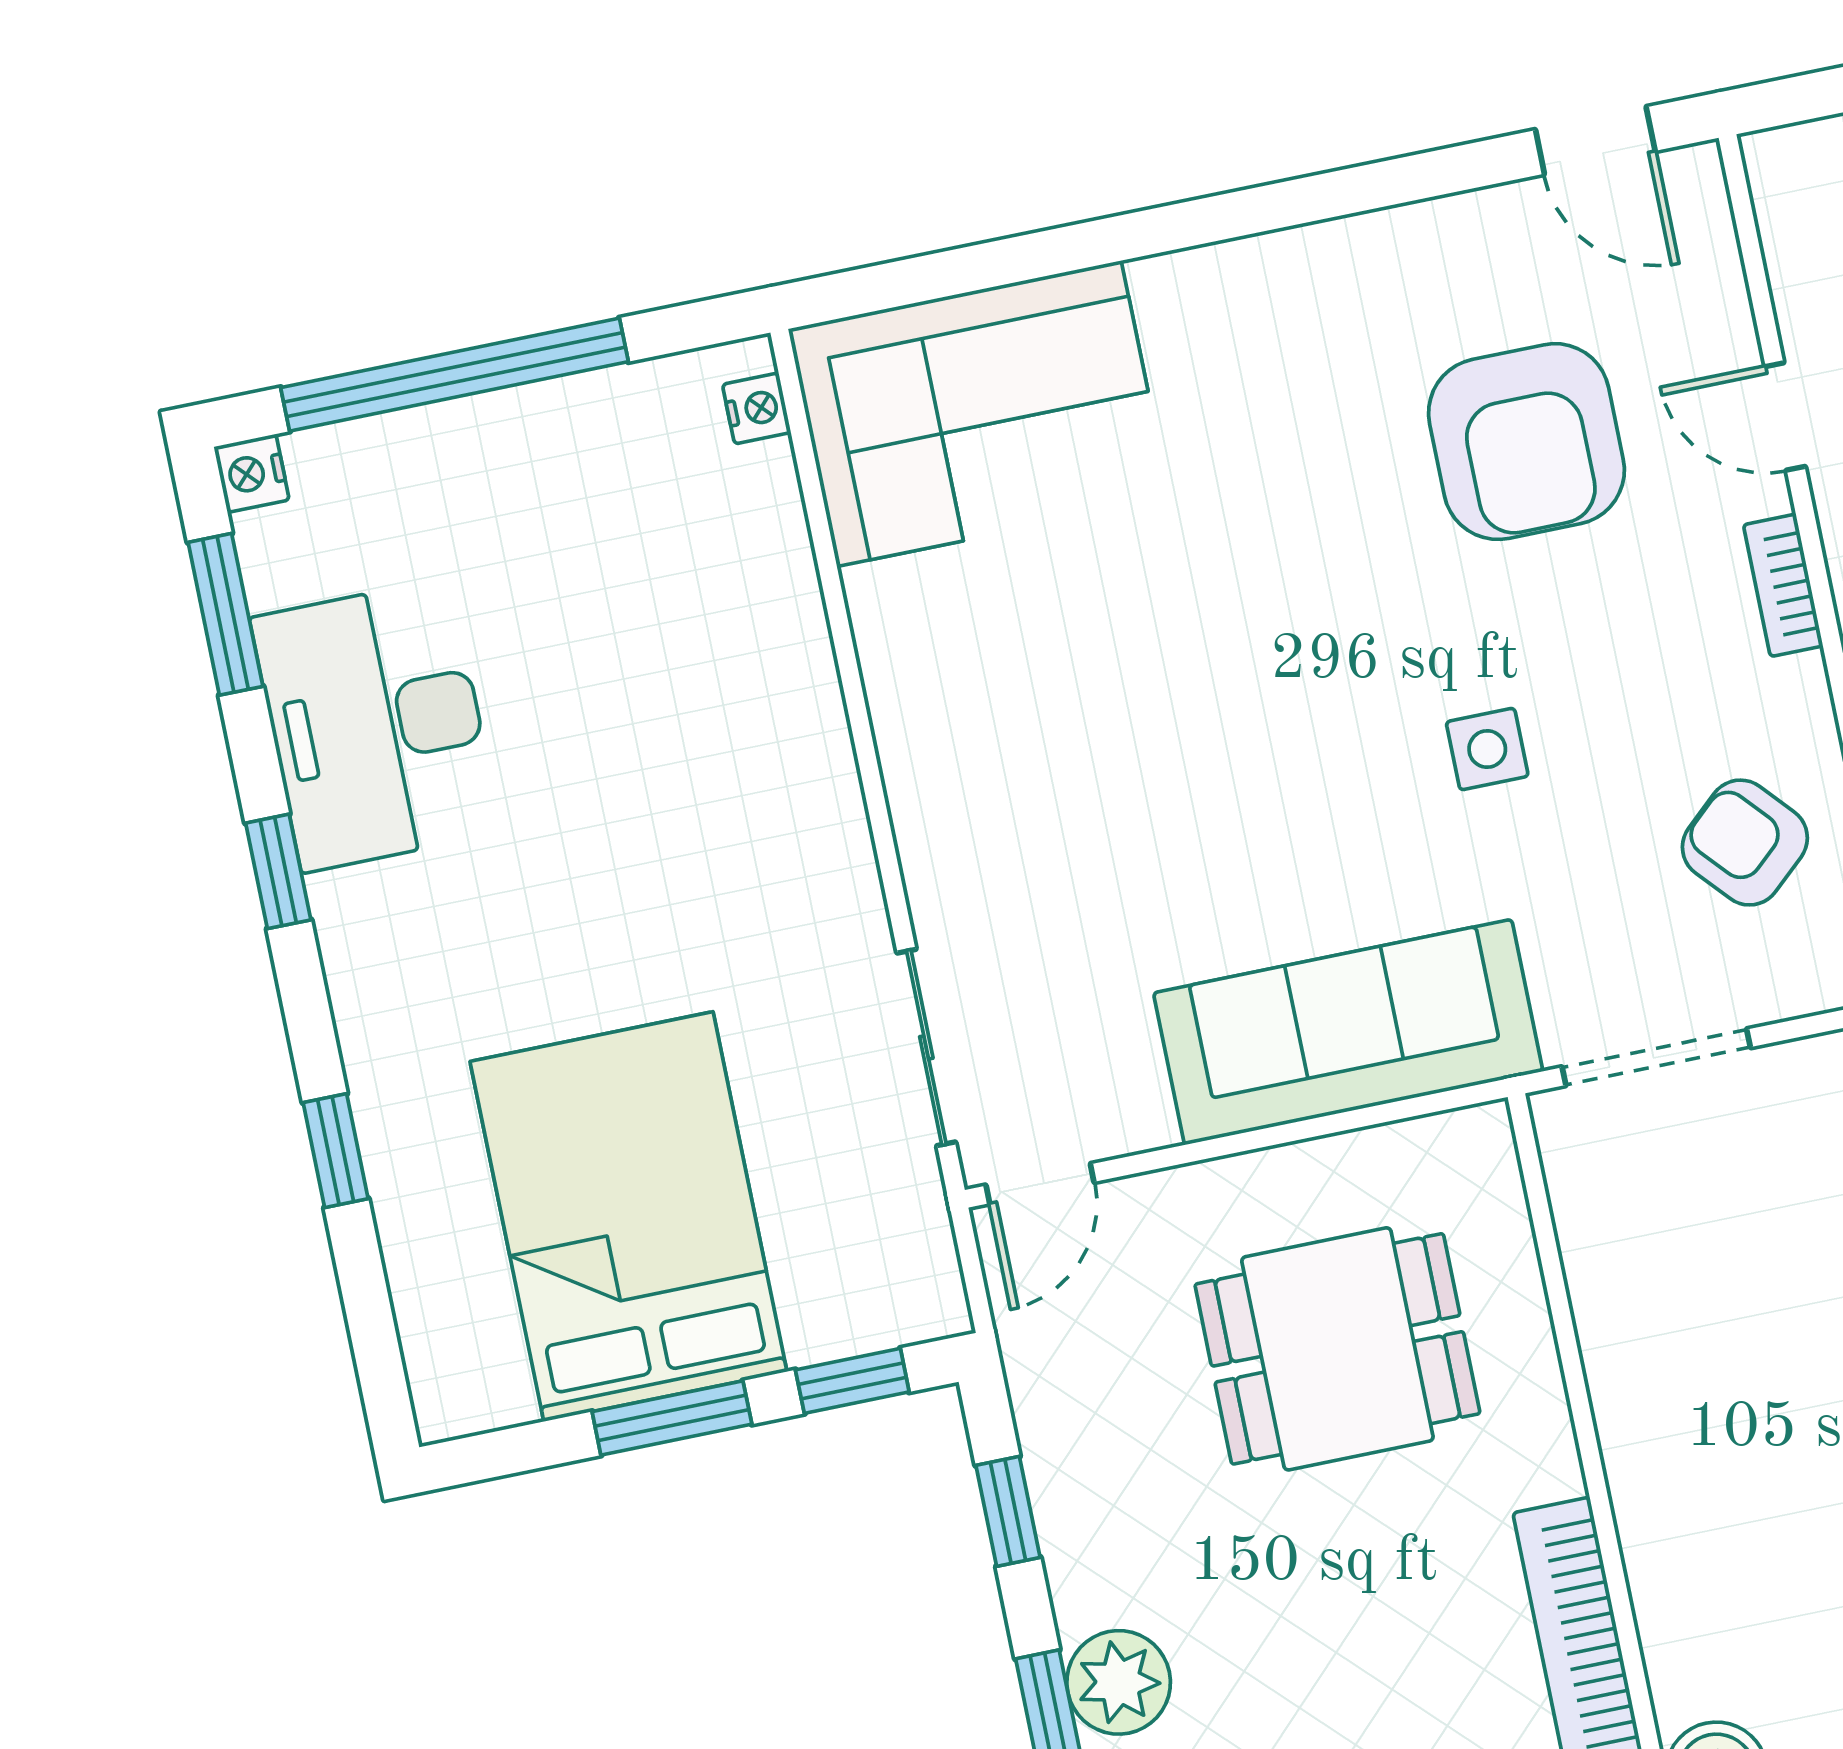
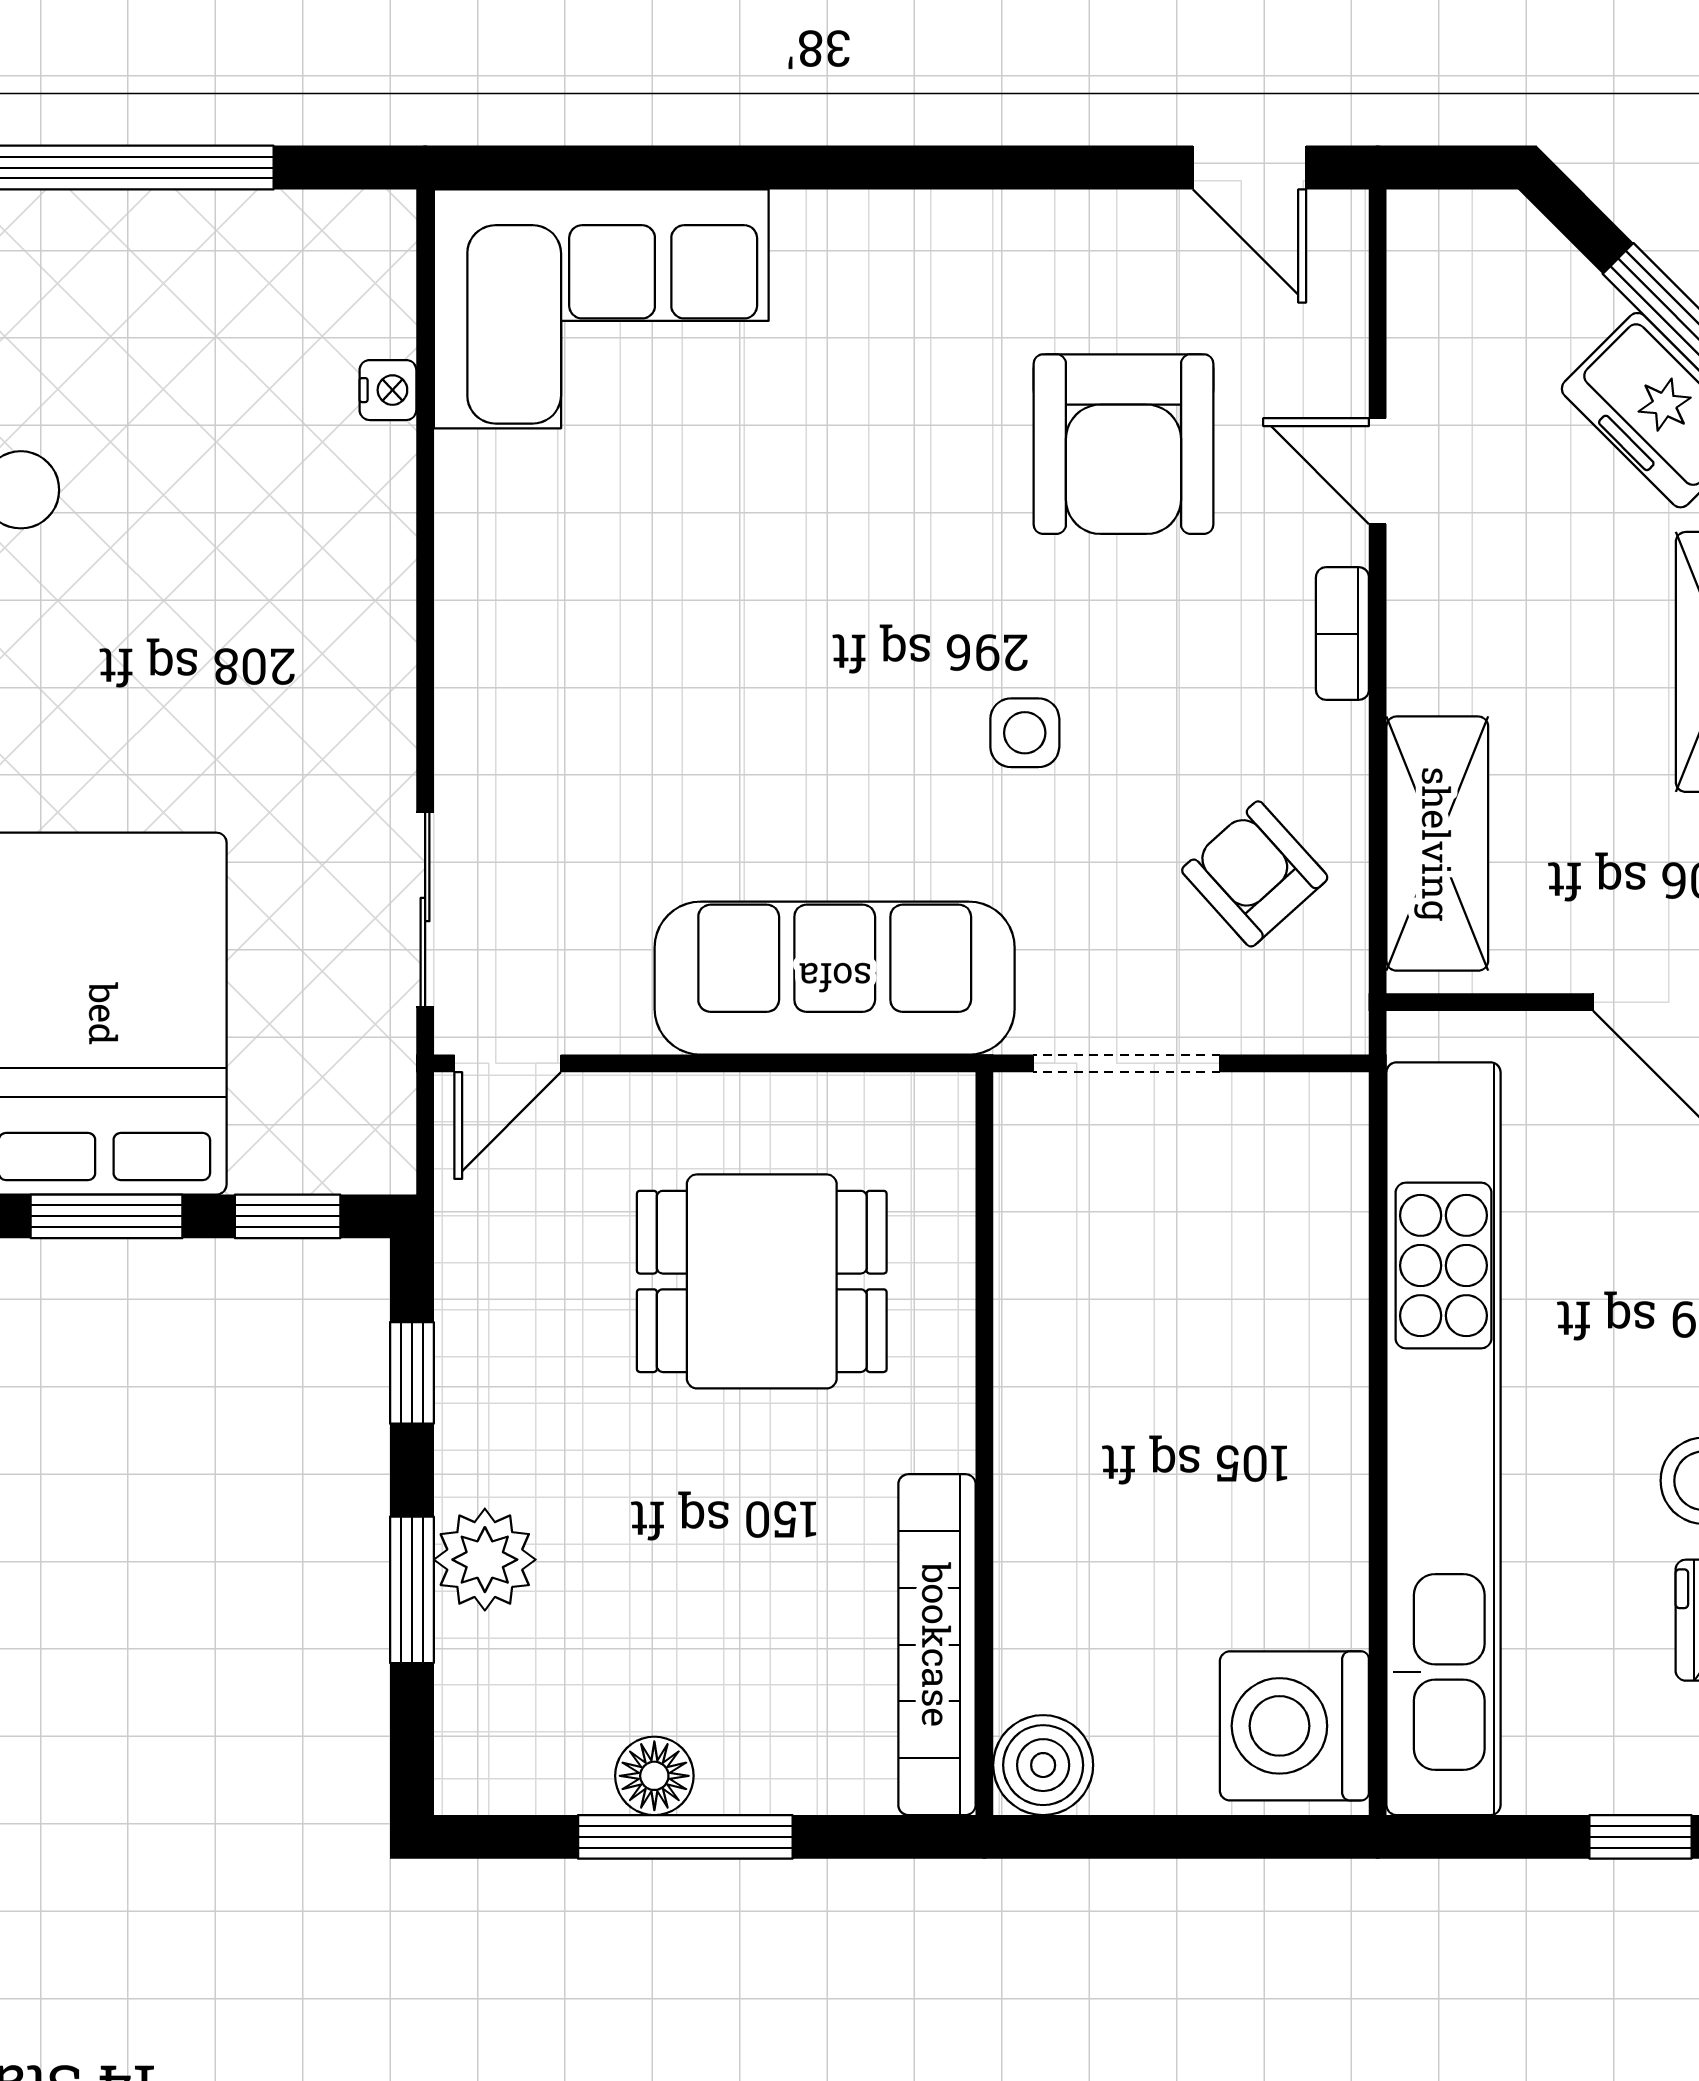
nightstand: (757, 408) -> (388, 390), moved

